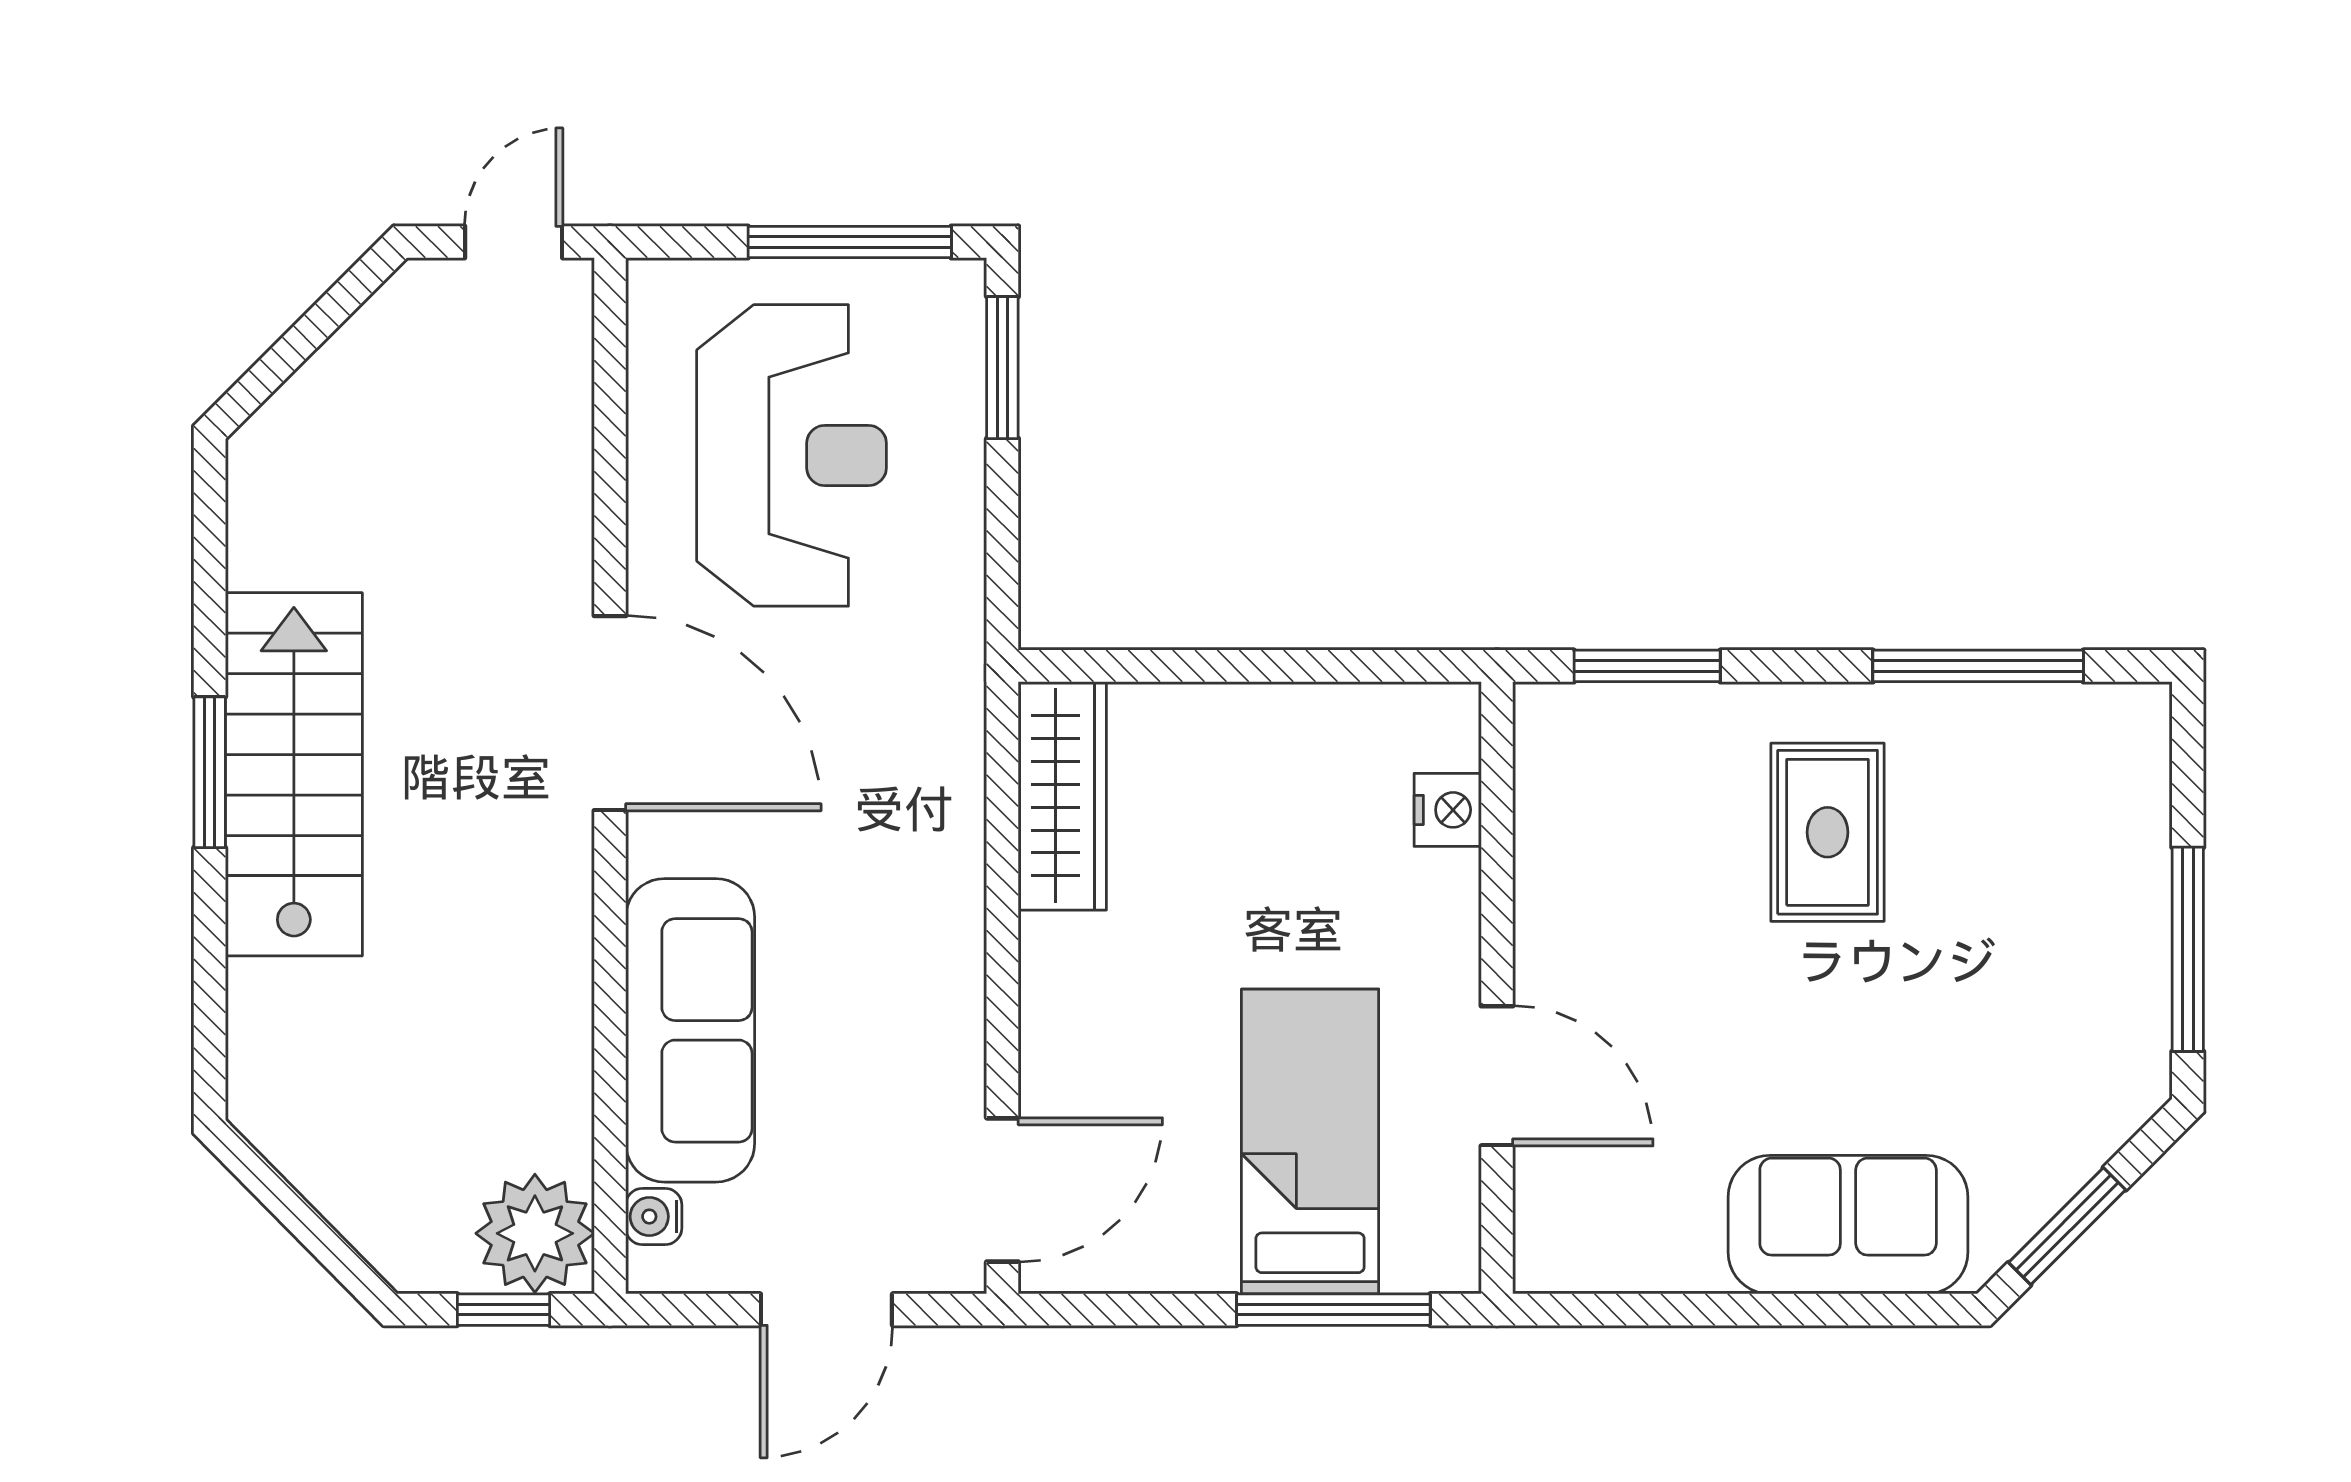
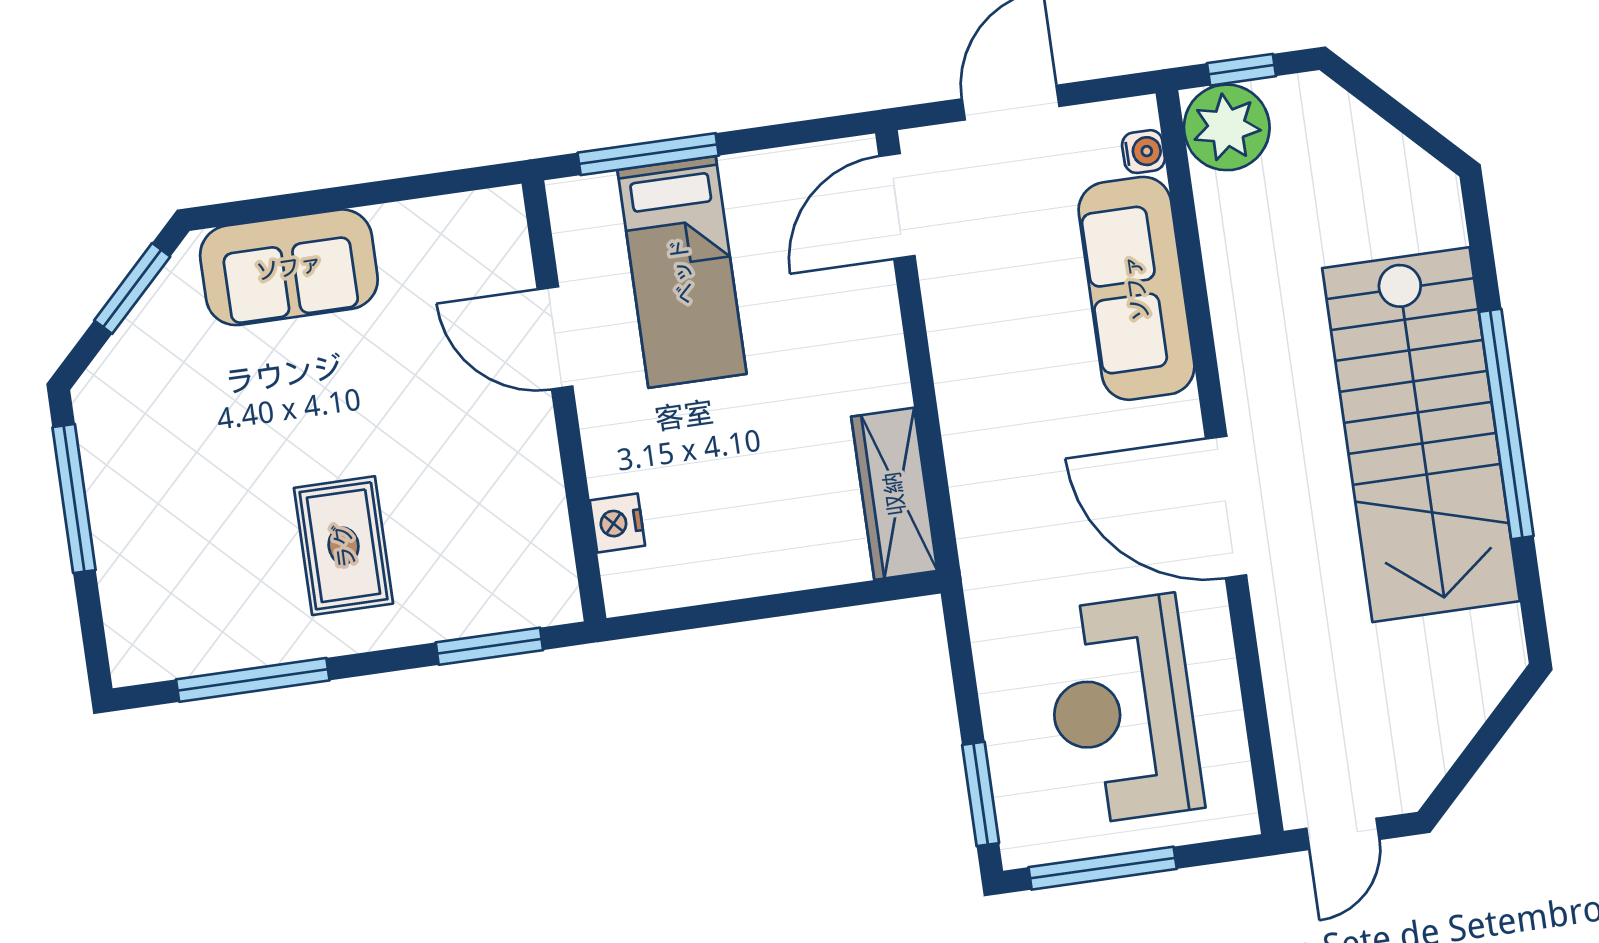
window: (210, 772) -> (1506, 424), width x2.11
stairs: (294, 774) -> (1421, 435), width x1.36, depth x1.51

